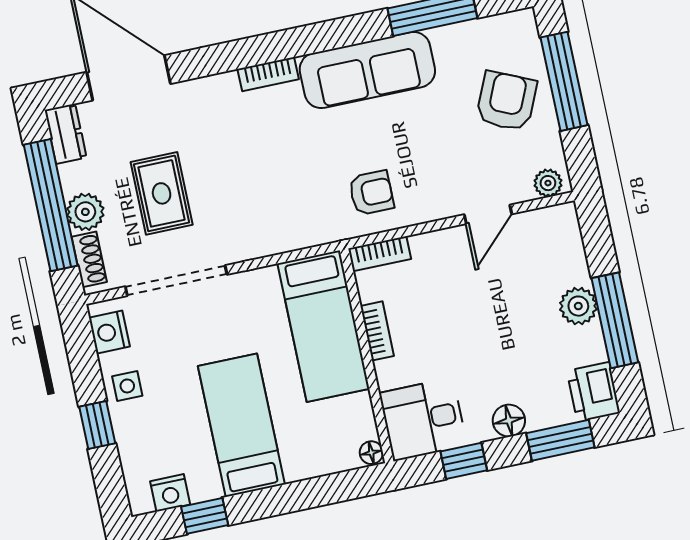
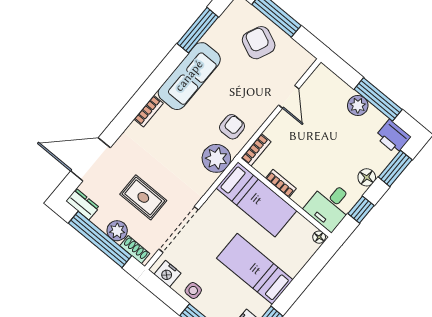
plant: (548, 183) -> (216, 158), moved, width x1.88, depth x1.88

